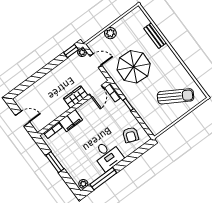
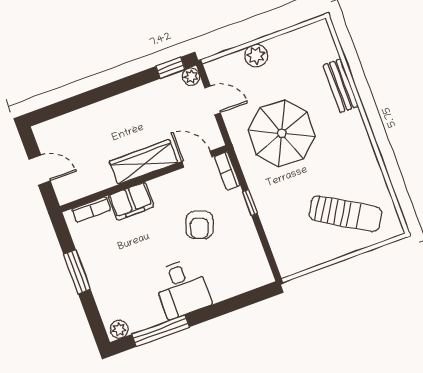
door: (97, 91) -> (197, 159), swing flipped
wardrobe: (76, 97) -> (144, 162), width x1.50
armchair: (130, 135) -> (199, 225), moved

